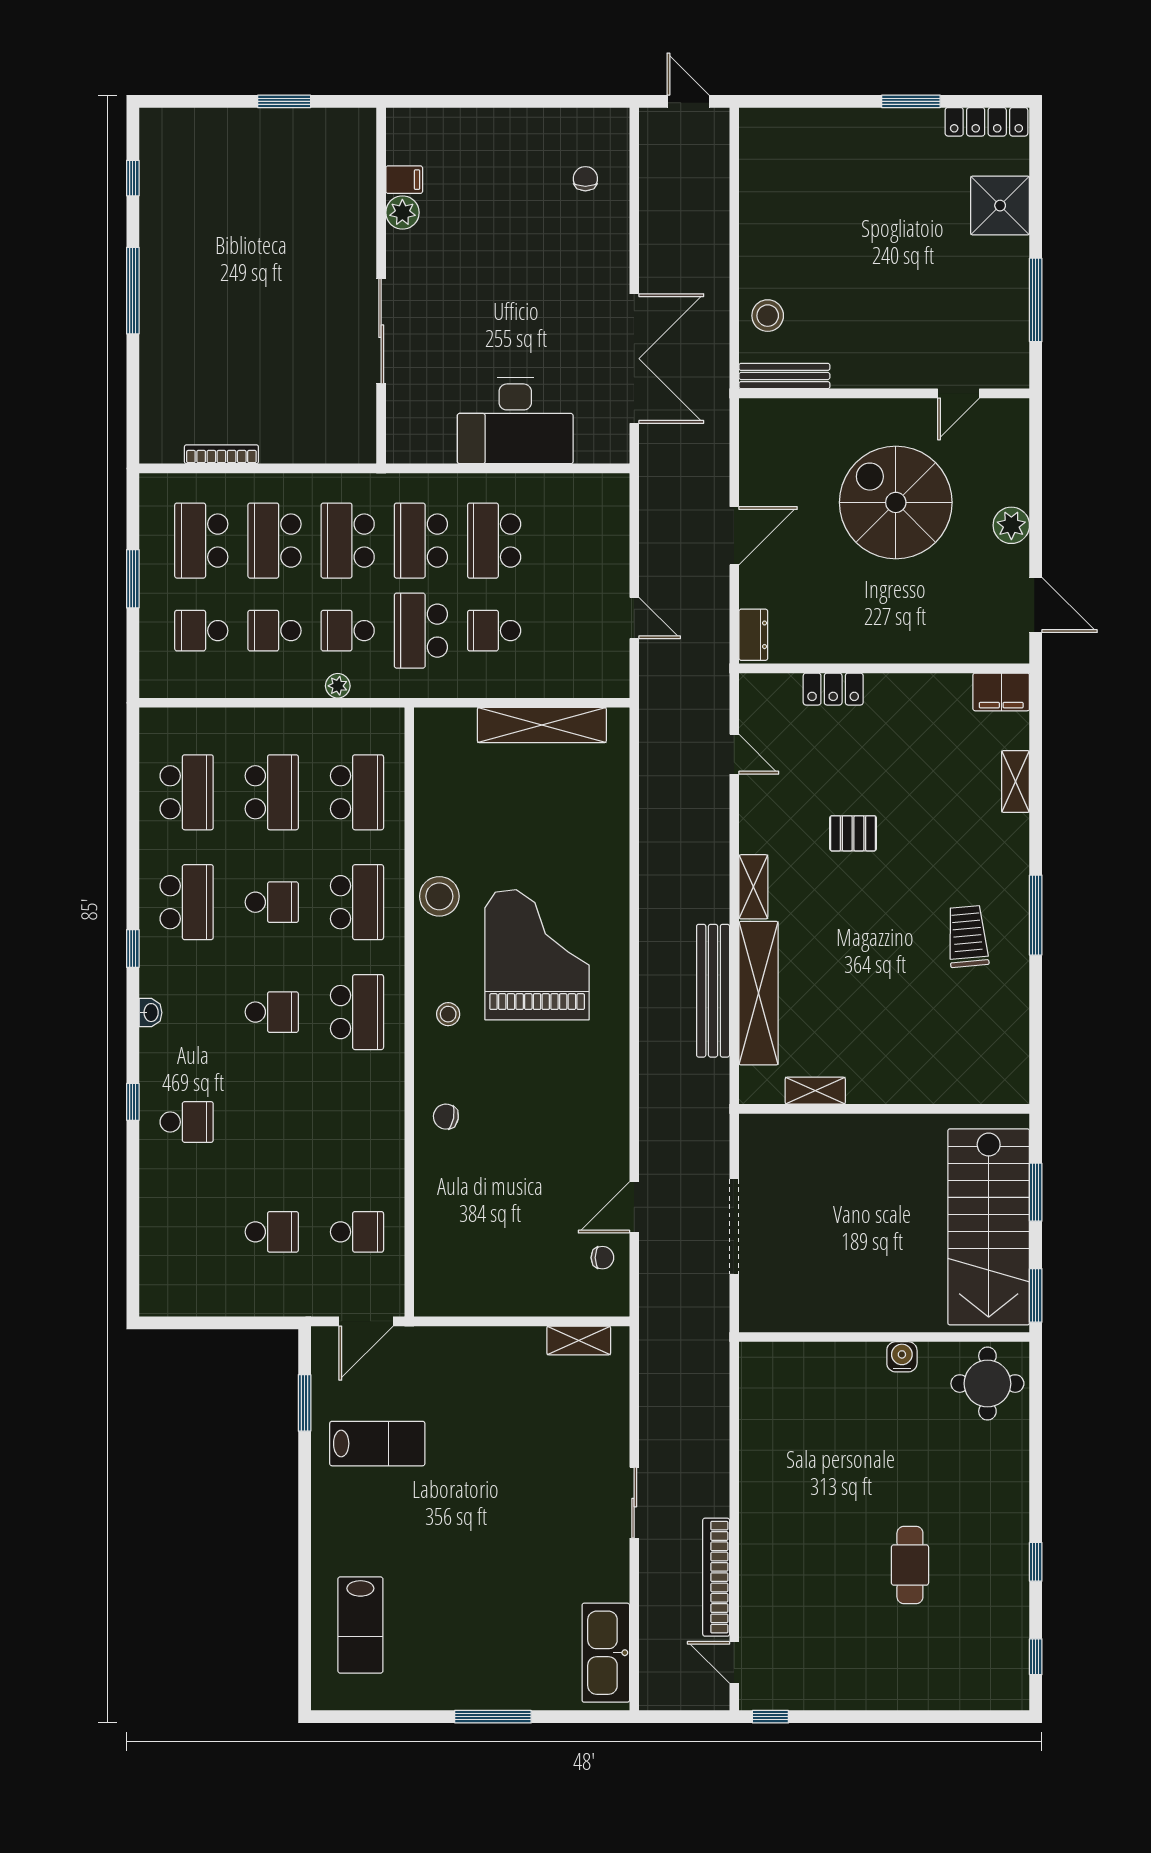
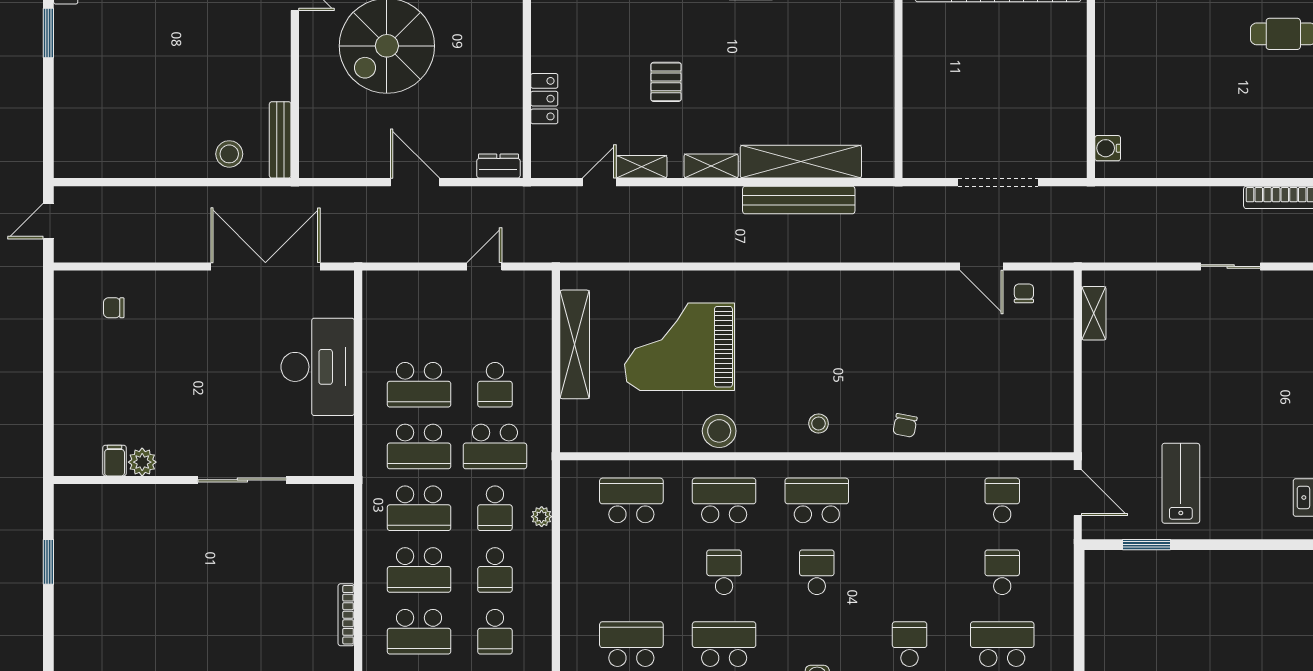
school desk: (272, 792) -> (1002, 644), moved
grand piano: (537, 955) -> (680, 347), moved
shelving: (815, 1091) -> (642, 167), moved, turned 90
water cooler: (902, 1357) -> (1108, 148), moved

